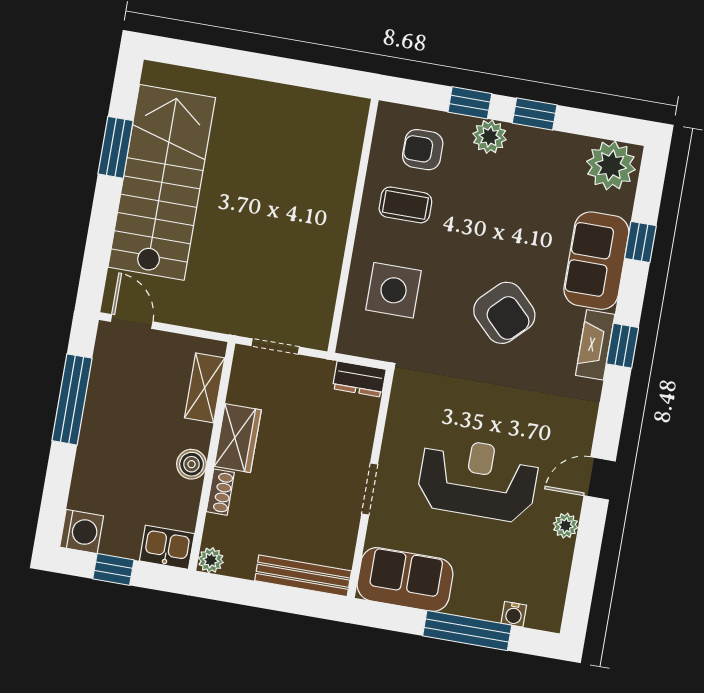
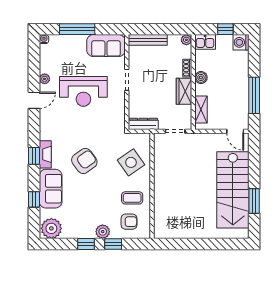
side table: (394, 290) -> (131, 162), turned -35
armchair: (504, 313) -> (84, 161), turned 99
dresser: (359, 379) -> (143, 124), width x1.44
water cooler: (514, 614) -> (44, 39), moved

